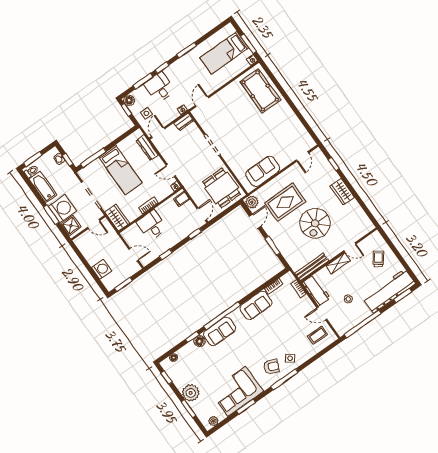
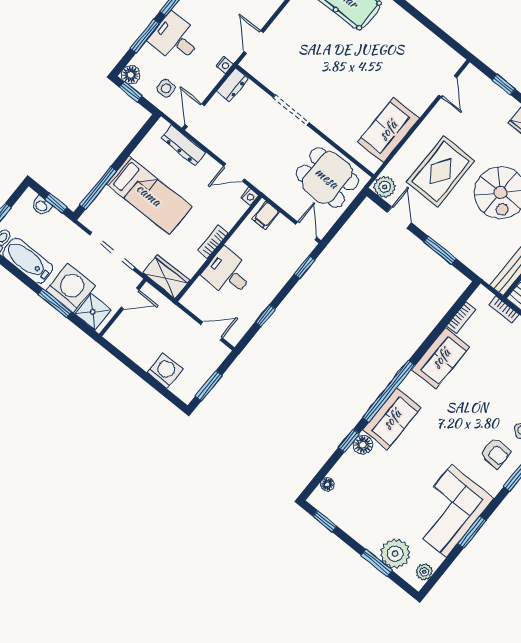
armchair: (271, 367) -> (495, 453), turned 66
plant: (191, 393) -> (395, 554), moved

